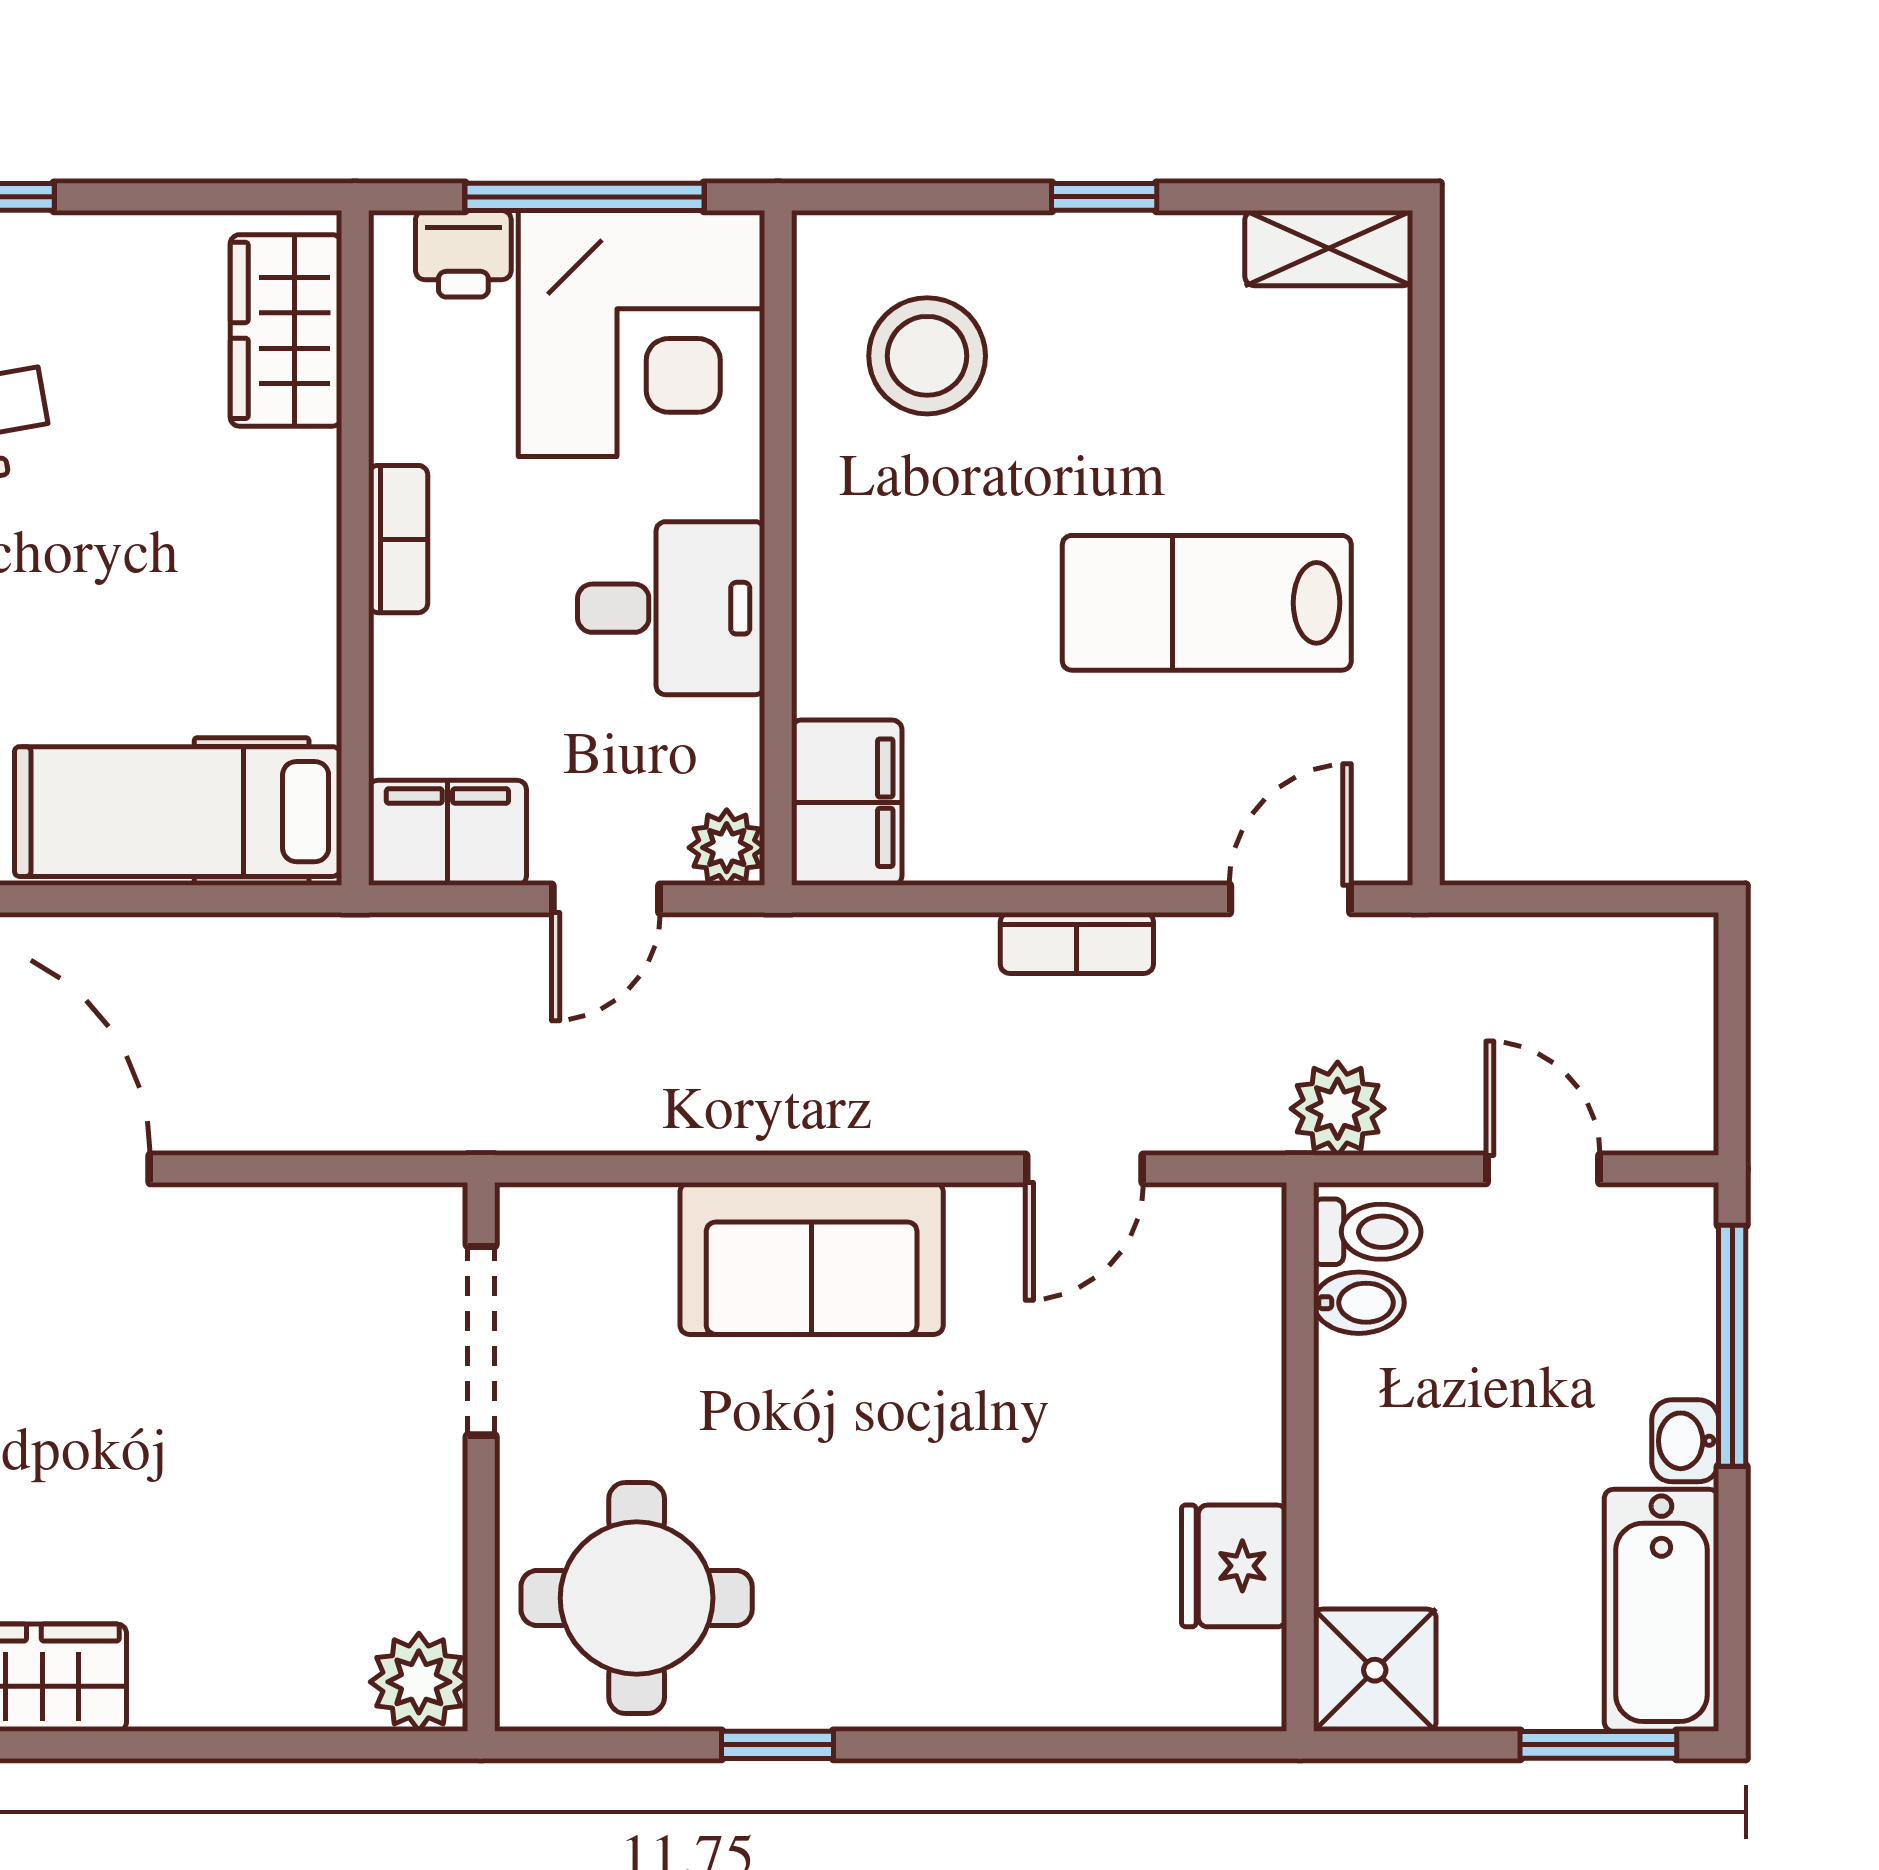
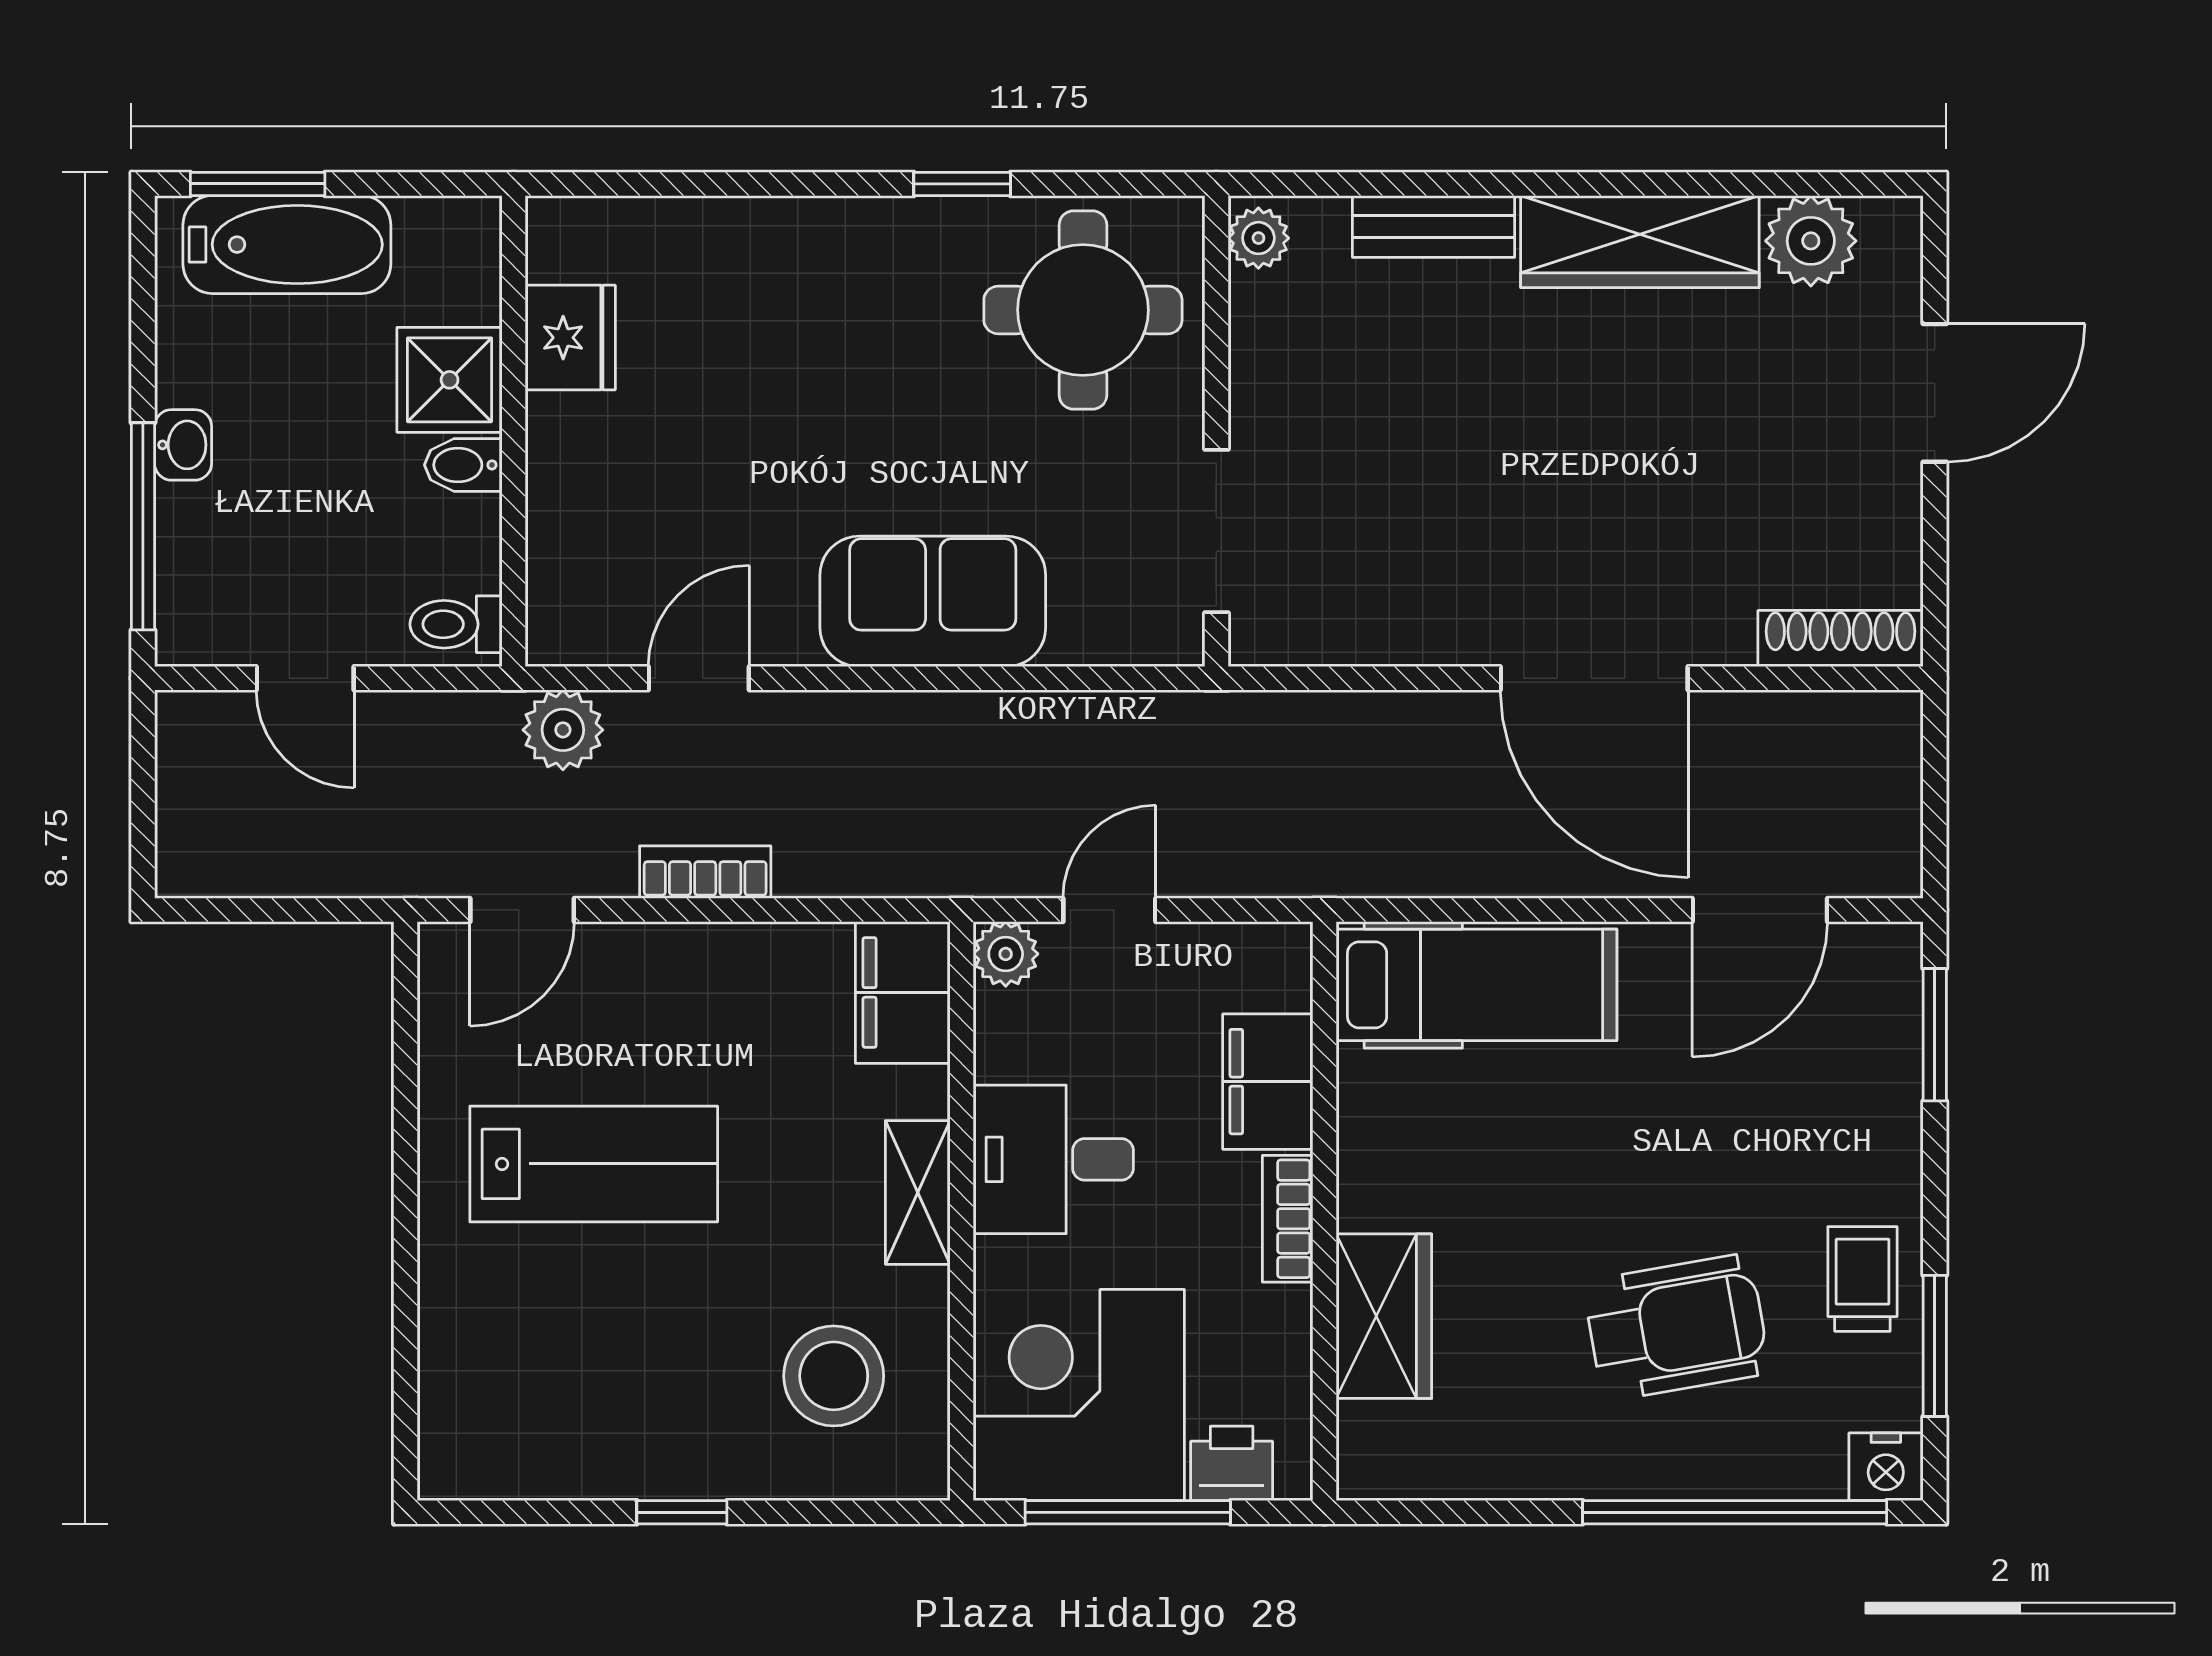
shelving: (1329, 248) -> (918, 1192), moved, turned 90
wardrobe: (286, 330) -> (1384, 1316), moved
filing cabinet: (447, 833) -> (1268, 1082), moved, turned 90
plant: (1338, 1109) -> (563, 730), moved
bidet: (1359, 1303) -> (463, 465), moved
bathtub: (1661, 1610) -> (287, 245), moved, turned 90
shower: (1375, 1670) -> (450, 380), moved
plant: (419, 1682) -> (1258, 238), width x0.73, depth x0.73
bench: (228, 1695) -> (1434, 226), added

